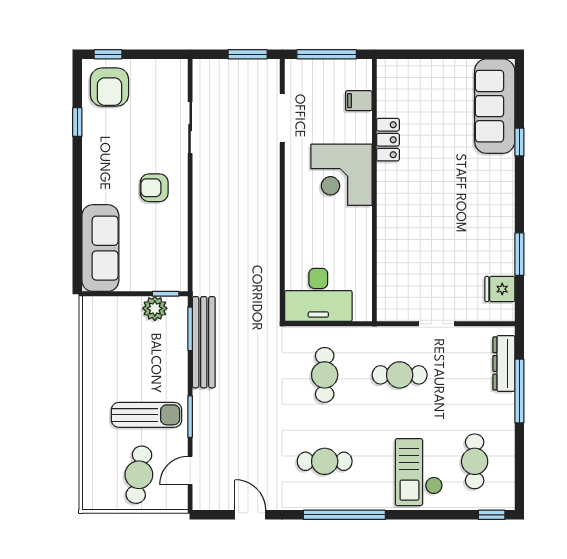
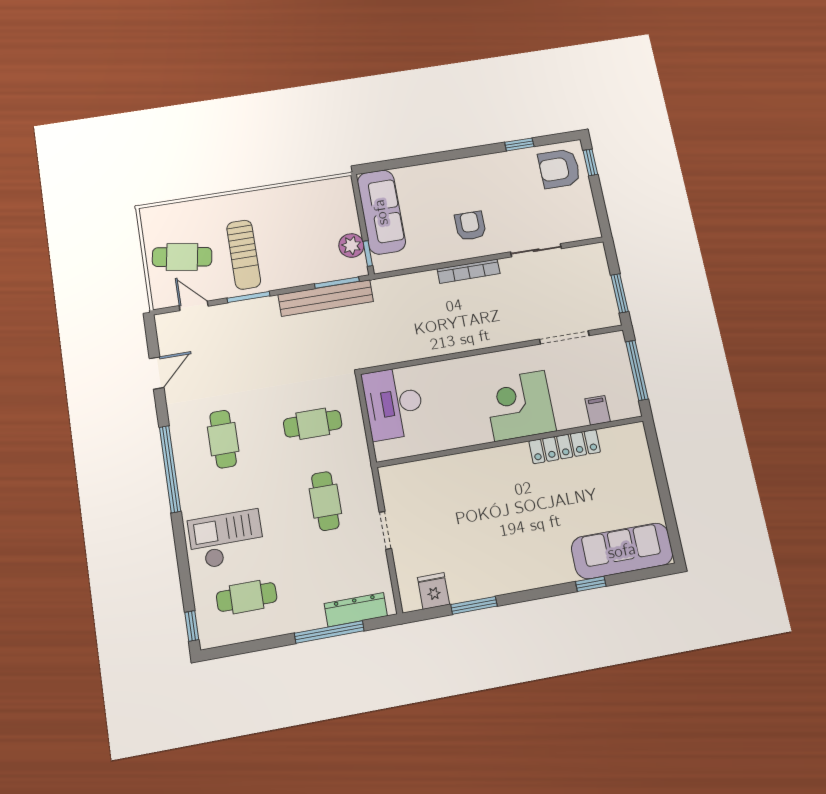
locker: (388, 140) -> (565, 447), width x1.53
bookcase: (200, 198) -> (469, 271), added
sofa: (100, 248) -> (381, 212), moved, turned -90

